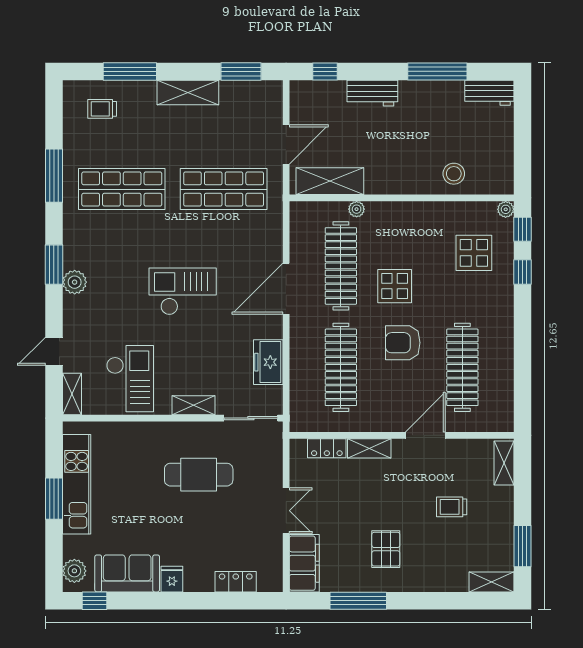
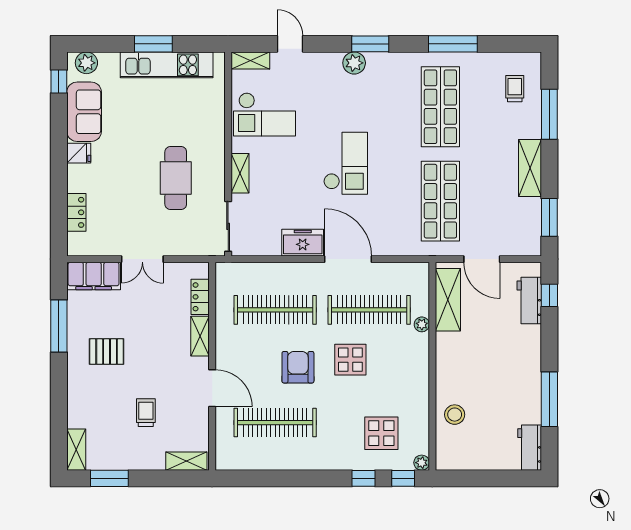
workbench: (372, 93) -> (529, 300), moved
freezer: (268, 362) -> (303, 243), moved

